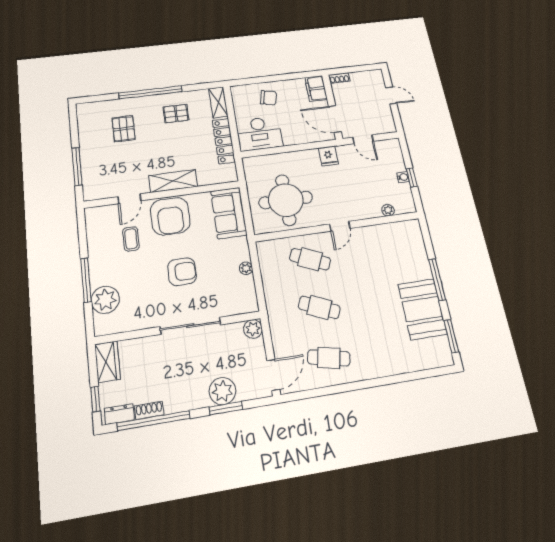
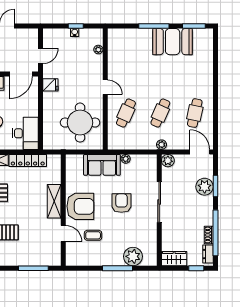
sofa: (229, 213) -> (102, 165), moved
plant: (275, 316) -> (162, 145), added

